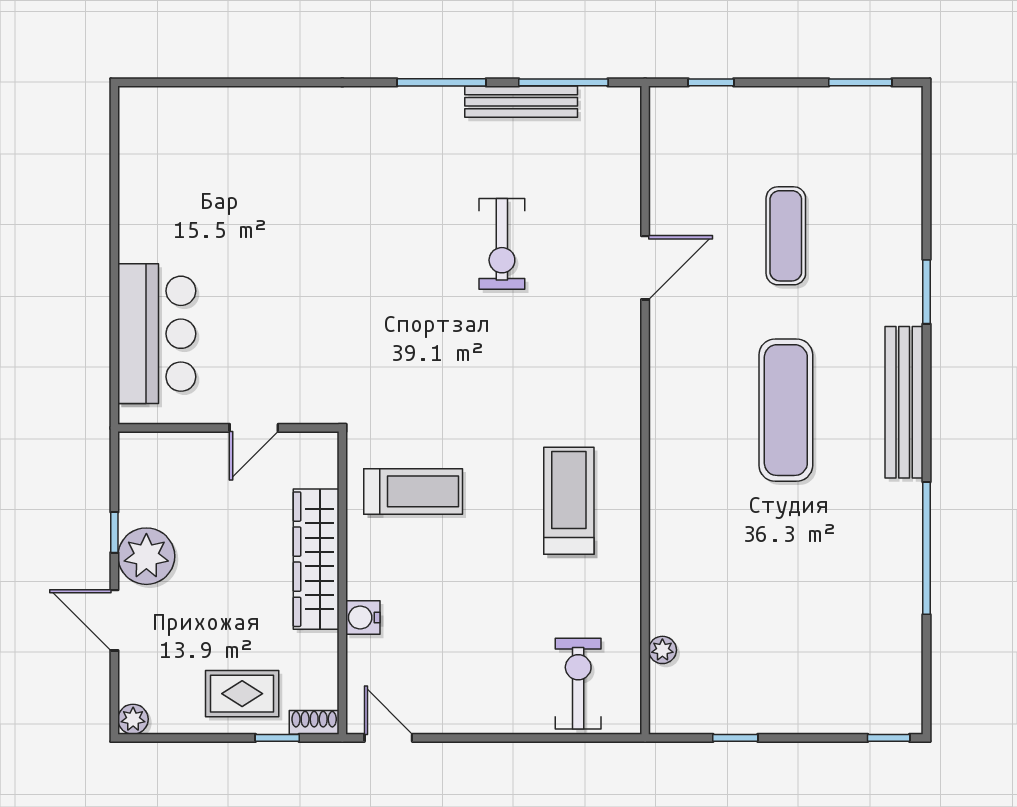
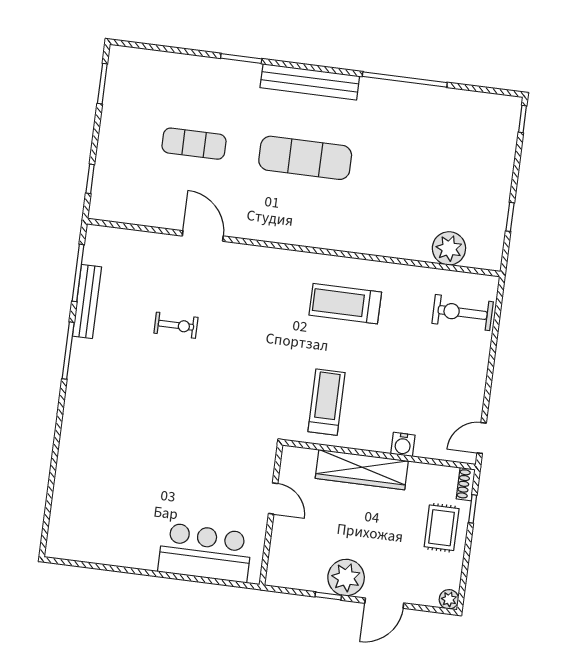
exercise bike: (502, 244) -> (176, 325), width x0.73, depth x0.72
plant: (662, 650) -> (449, 248), width x1.88, depth x1.88

